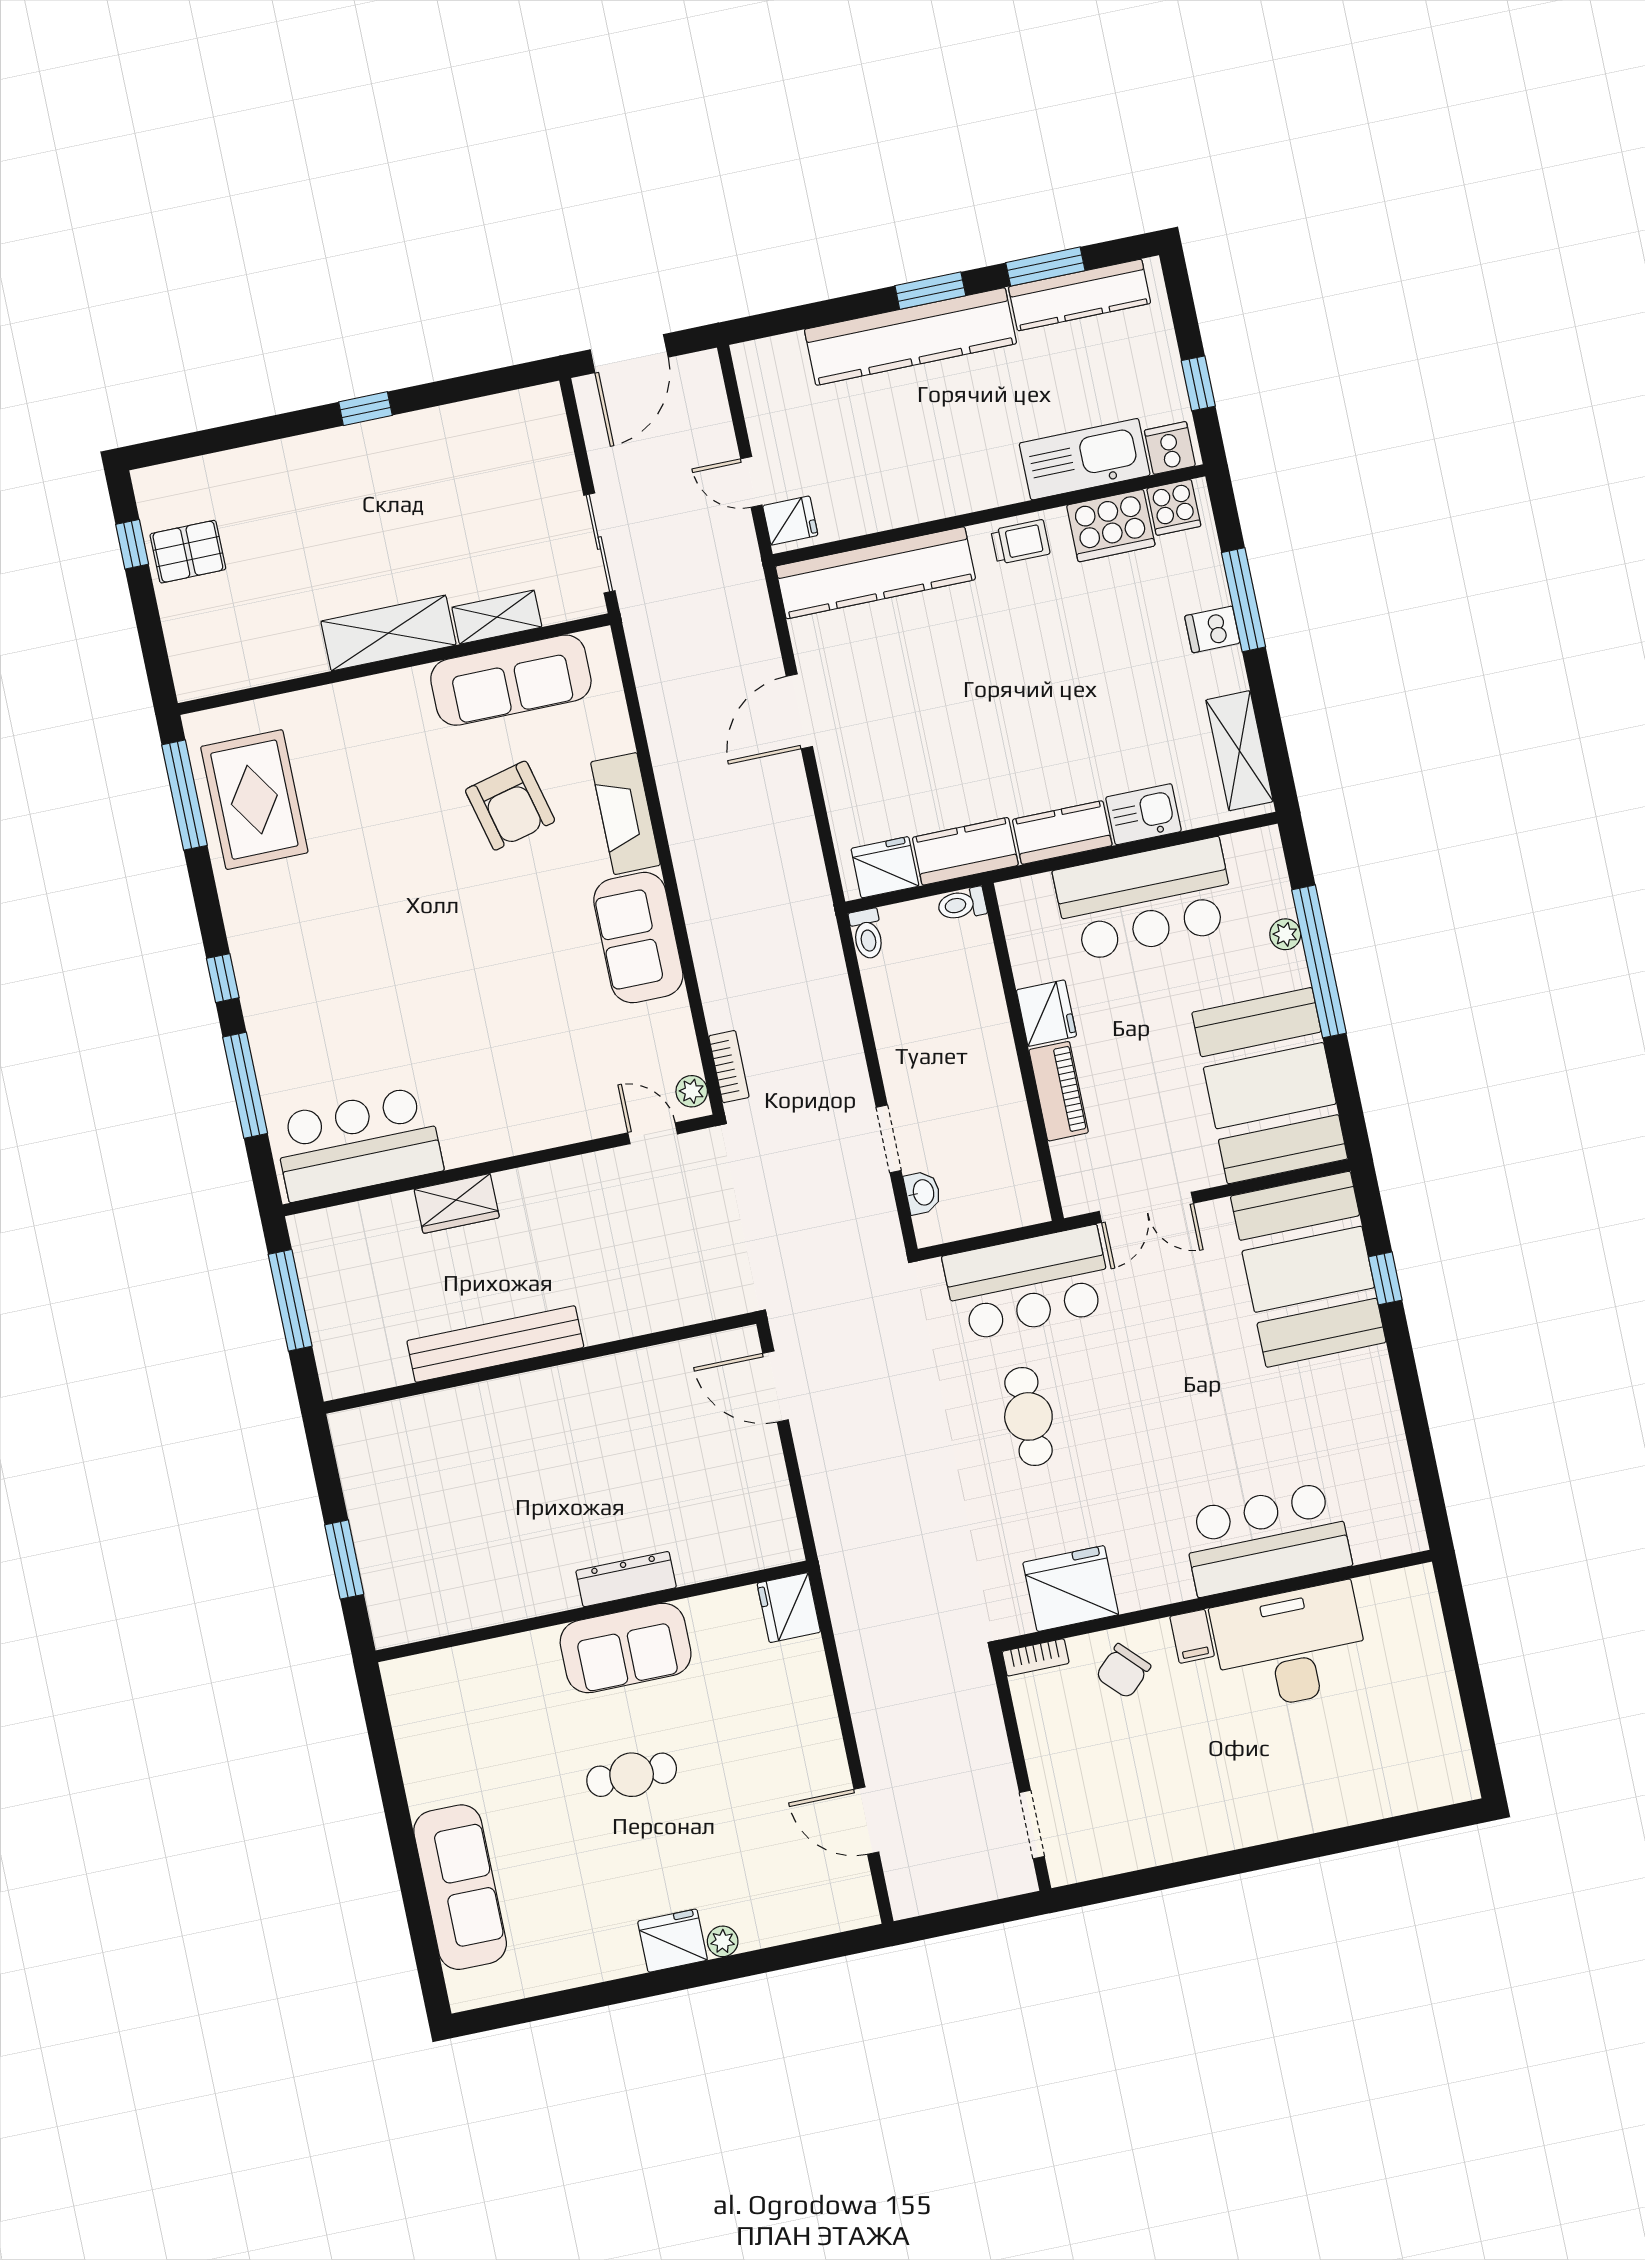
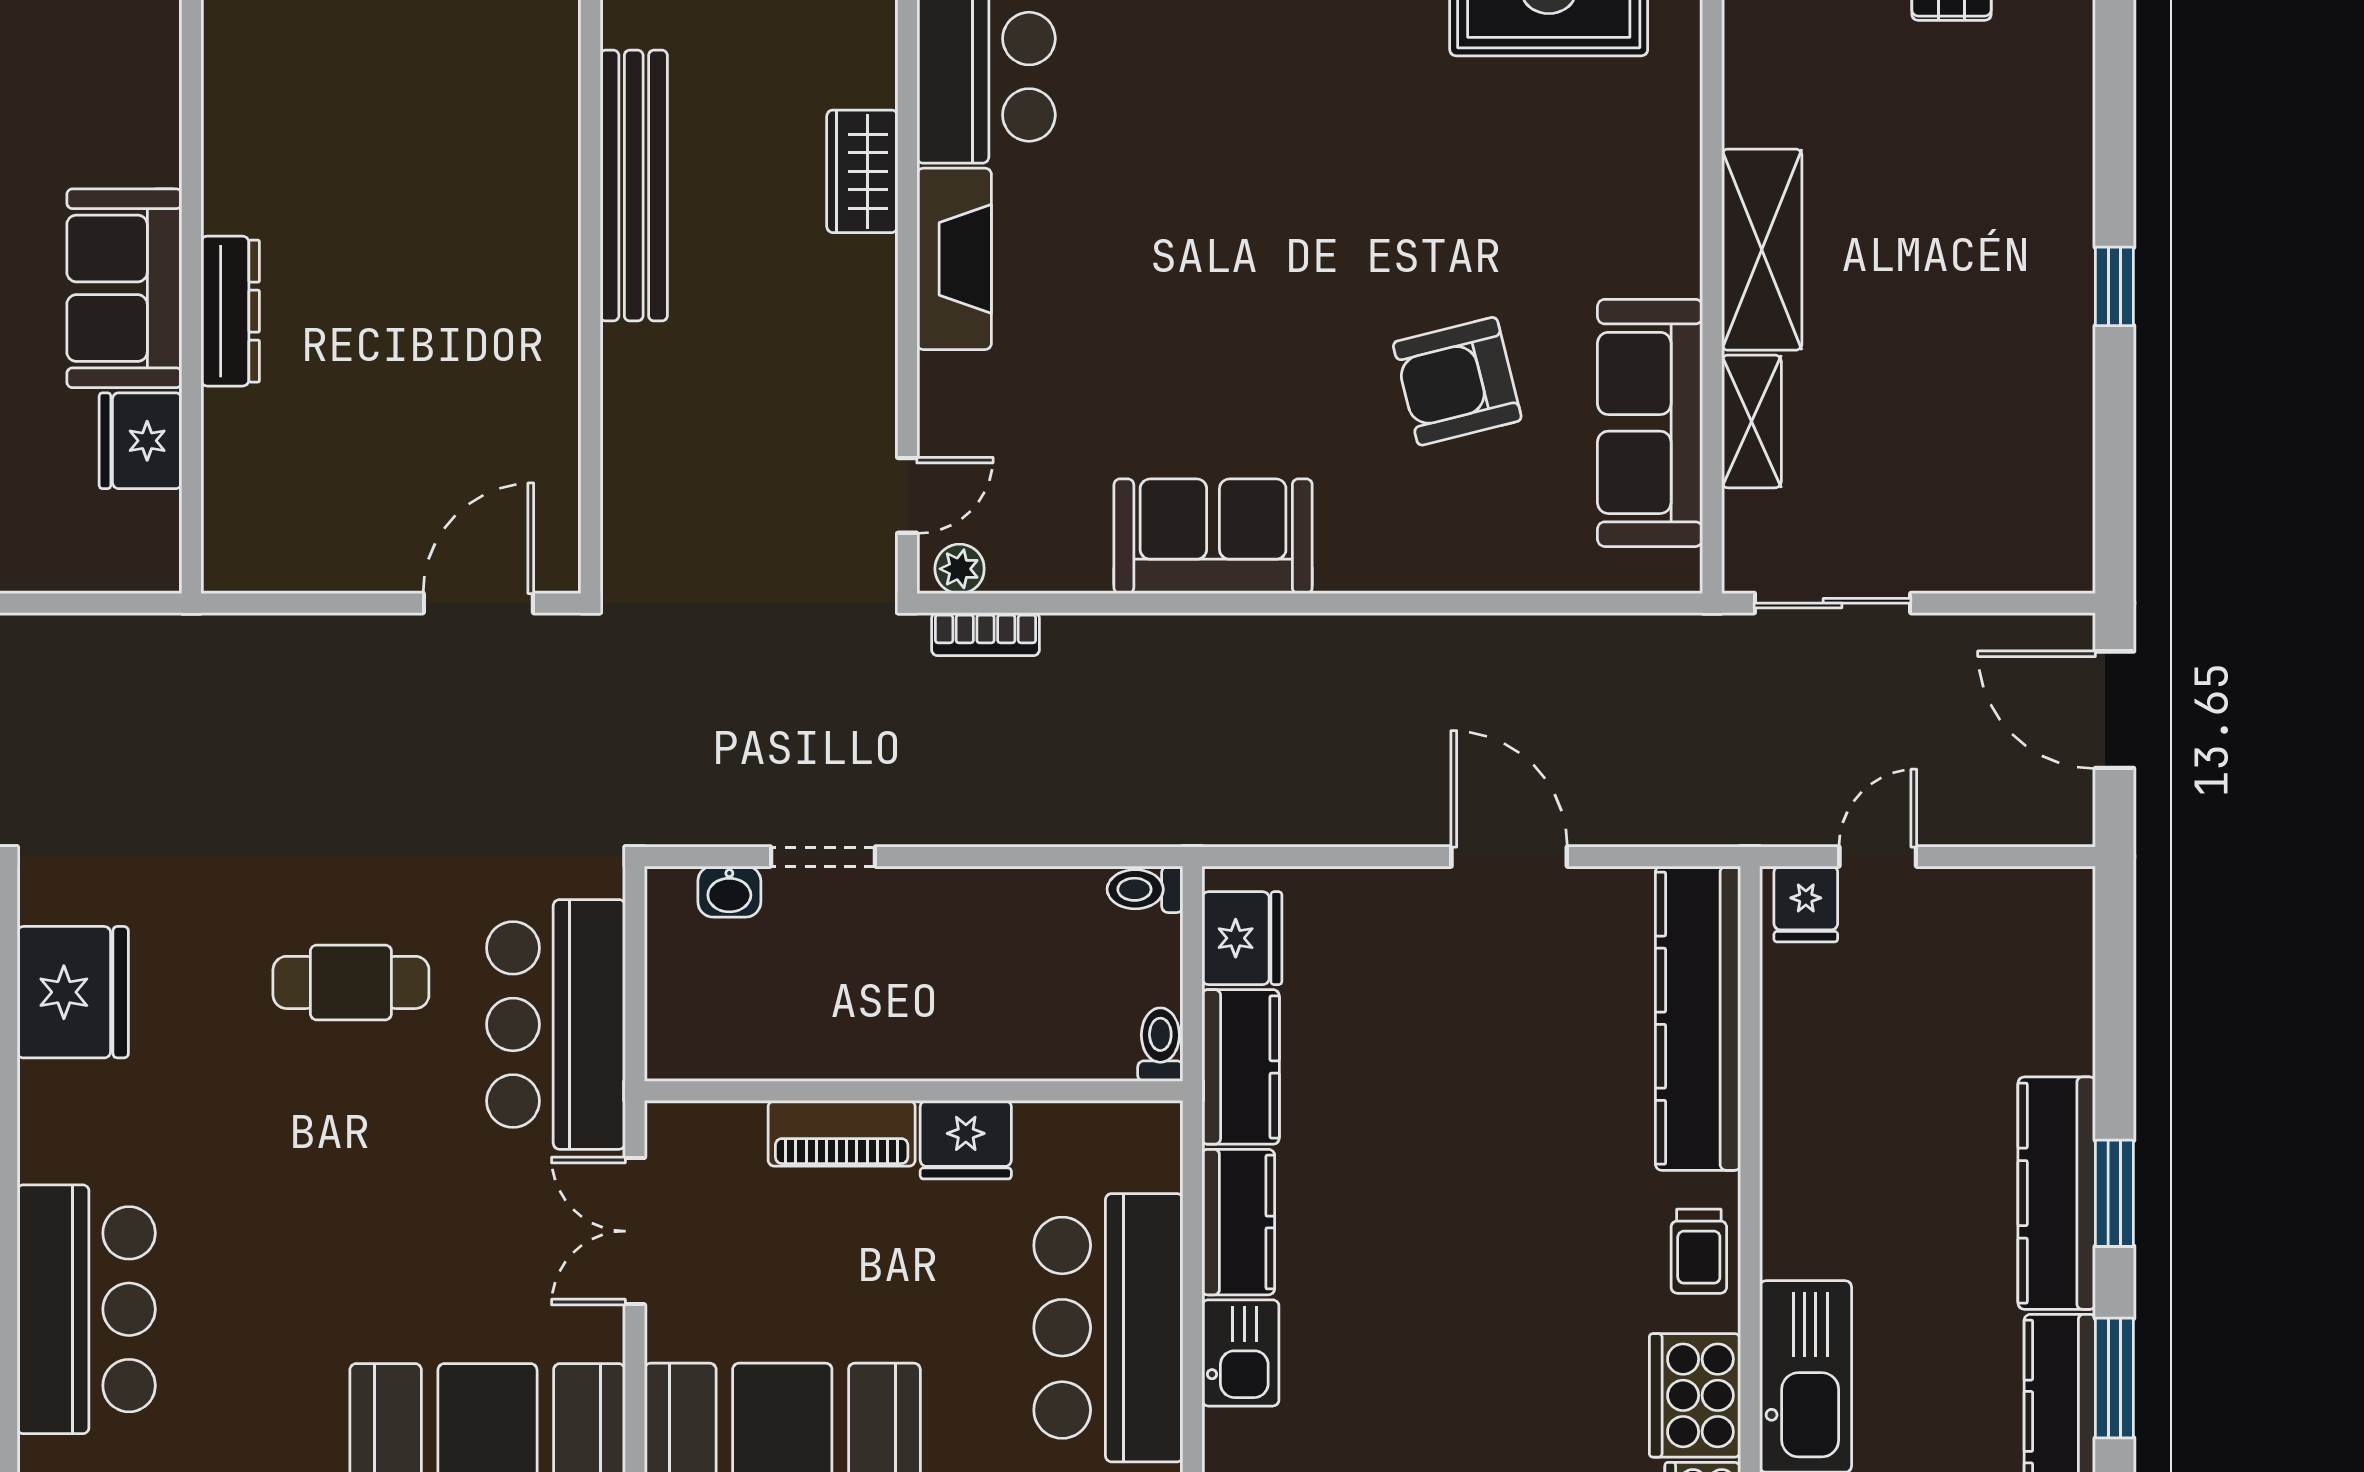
kitchen counter: (910, 336) -> (2057, 1193), width x0.72, depth x0.86
fireplace: (625, 814) -> (954, 259), moved, turned 90
fridge: (789, 1608) -> (141, 441), moved, turned -90

